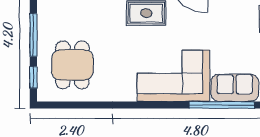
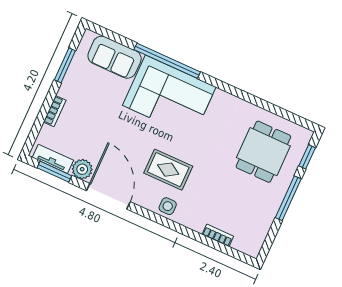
window: (222, 105) -> (167, 61), moved

